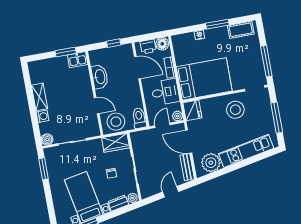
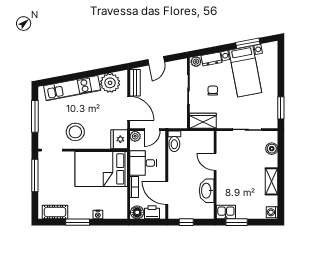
washing machine: (43, 116) -> (272, 212), moved
stool: (116, 122) -> (199, 142), removed
boiler: (47, 139) -> (272, 149), moved

